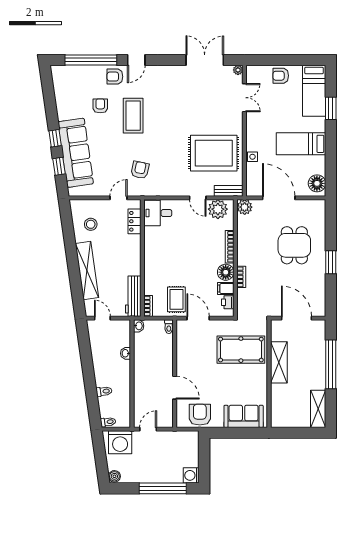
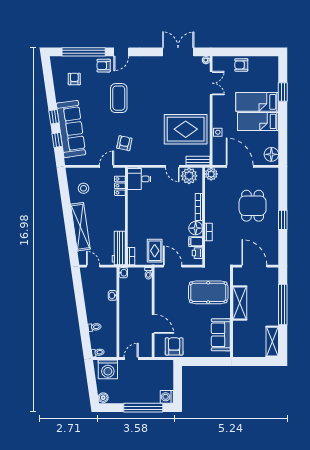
bed: (314, 91) -> (257, 102), moved, turned 90
armchair: (100, 106) -> (74, 79), moved
sofa: (244, 416) -> (221, 335), moved, turned -90

